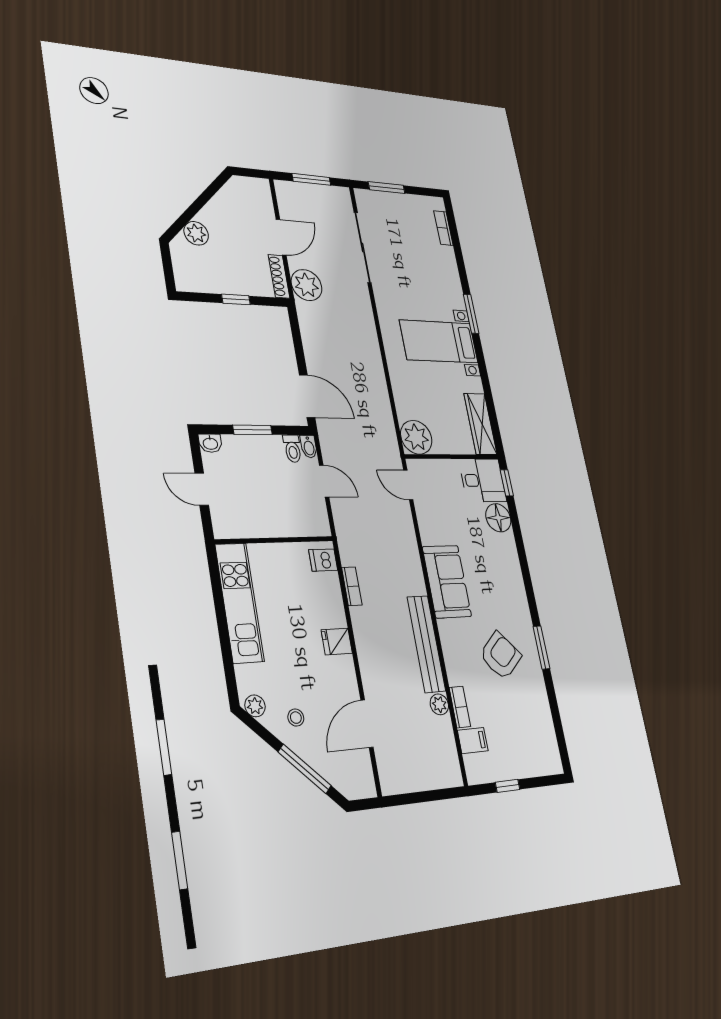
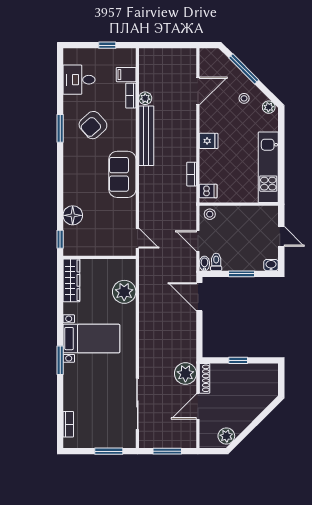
plant: (196, 233) -> (226, 436), moved
plant: (416, 437) -> (124, 292), moved
desk: (483, 480) -> (79, 80), moved
stool: (315, 523) -> (210, 214), added

